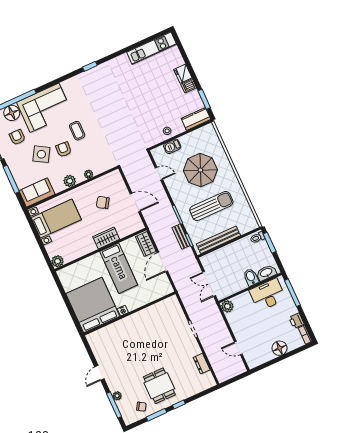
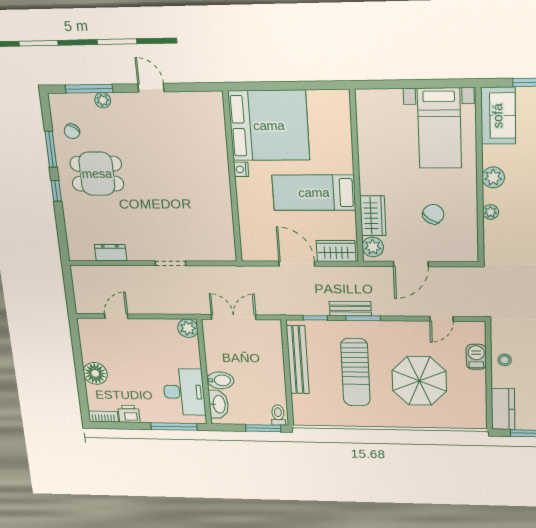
bench: (181, 237) -> (350, 309), moved
wardrobe: (106, 238) -> (373, 216), moved
plant: (57, 261) -> (373, 247), moved

